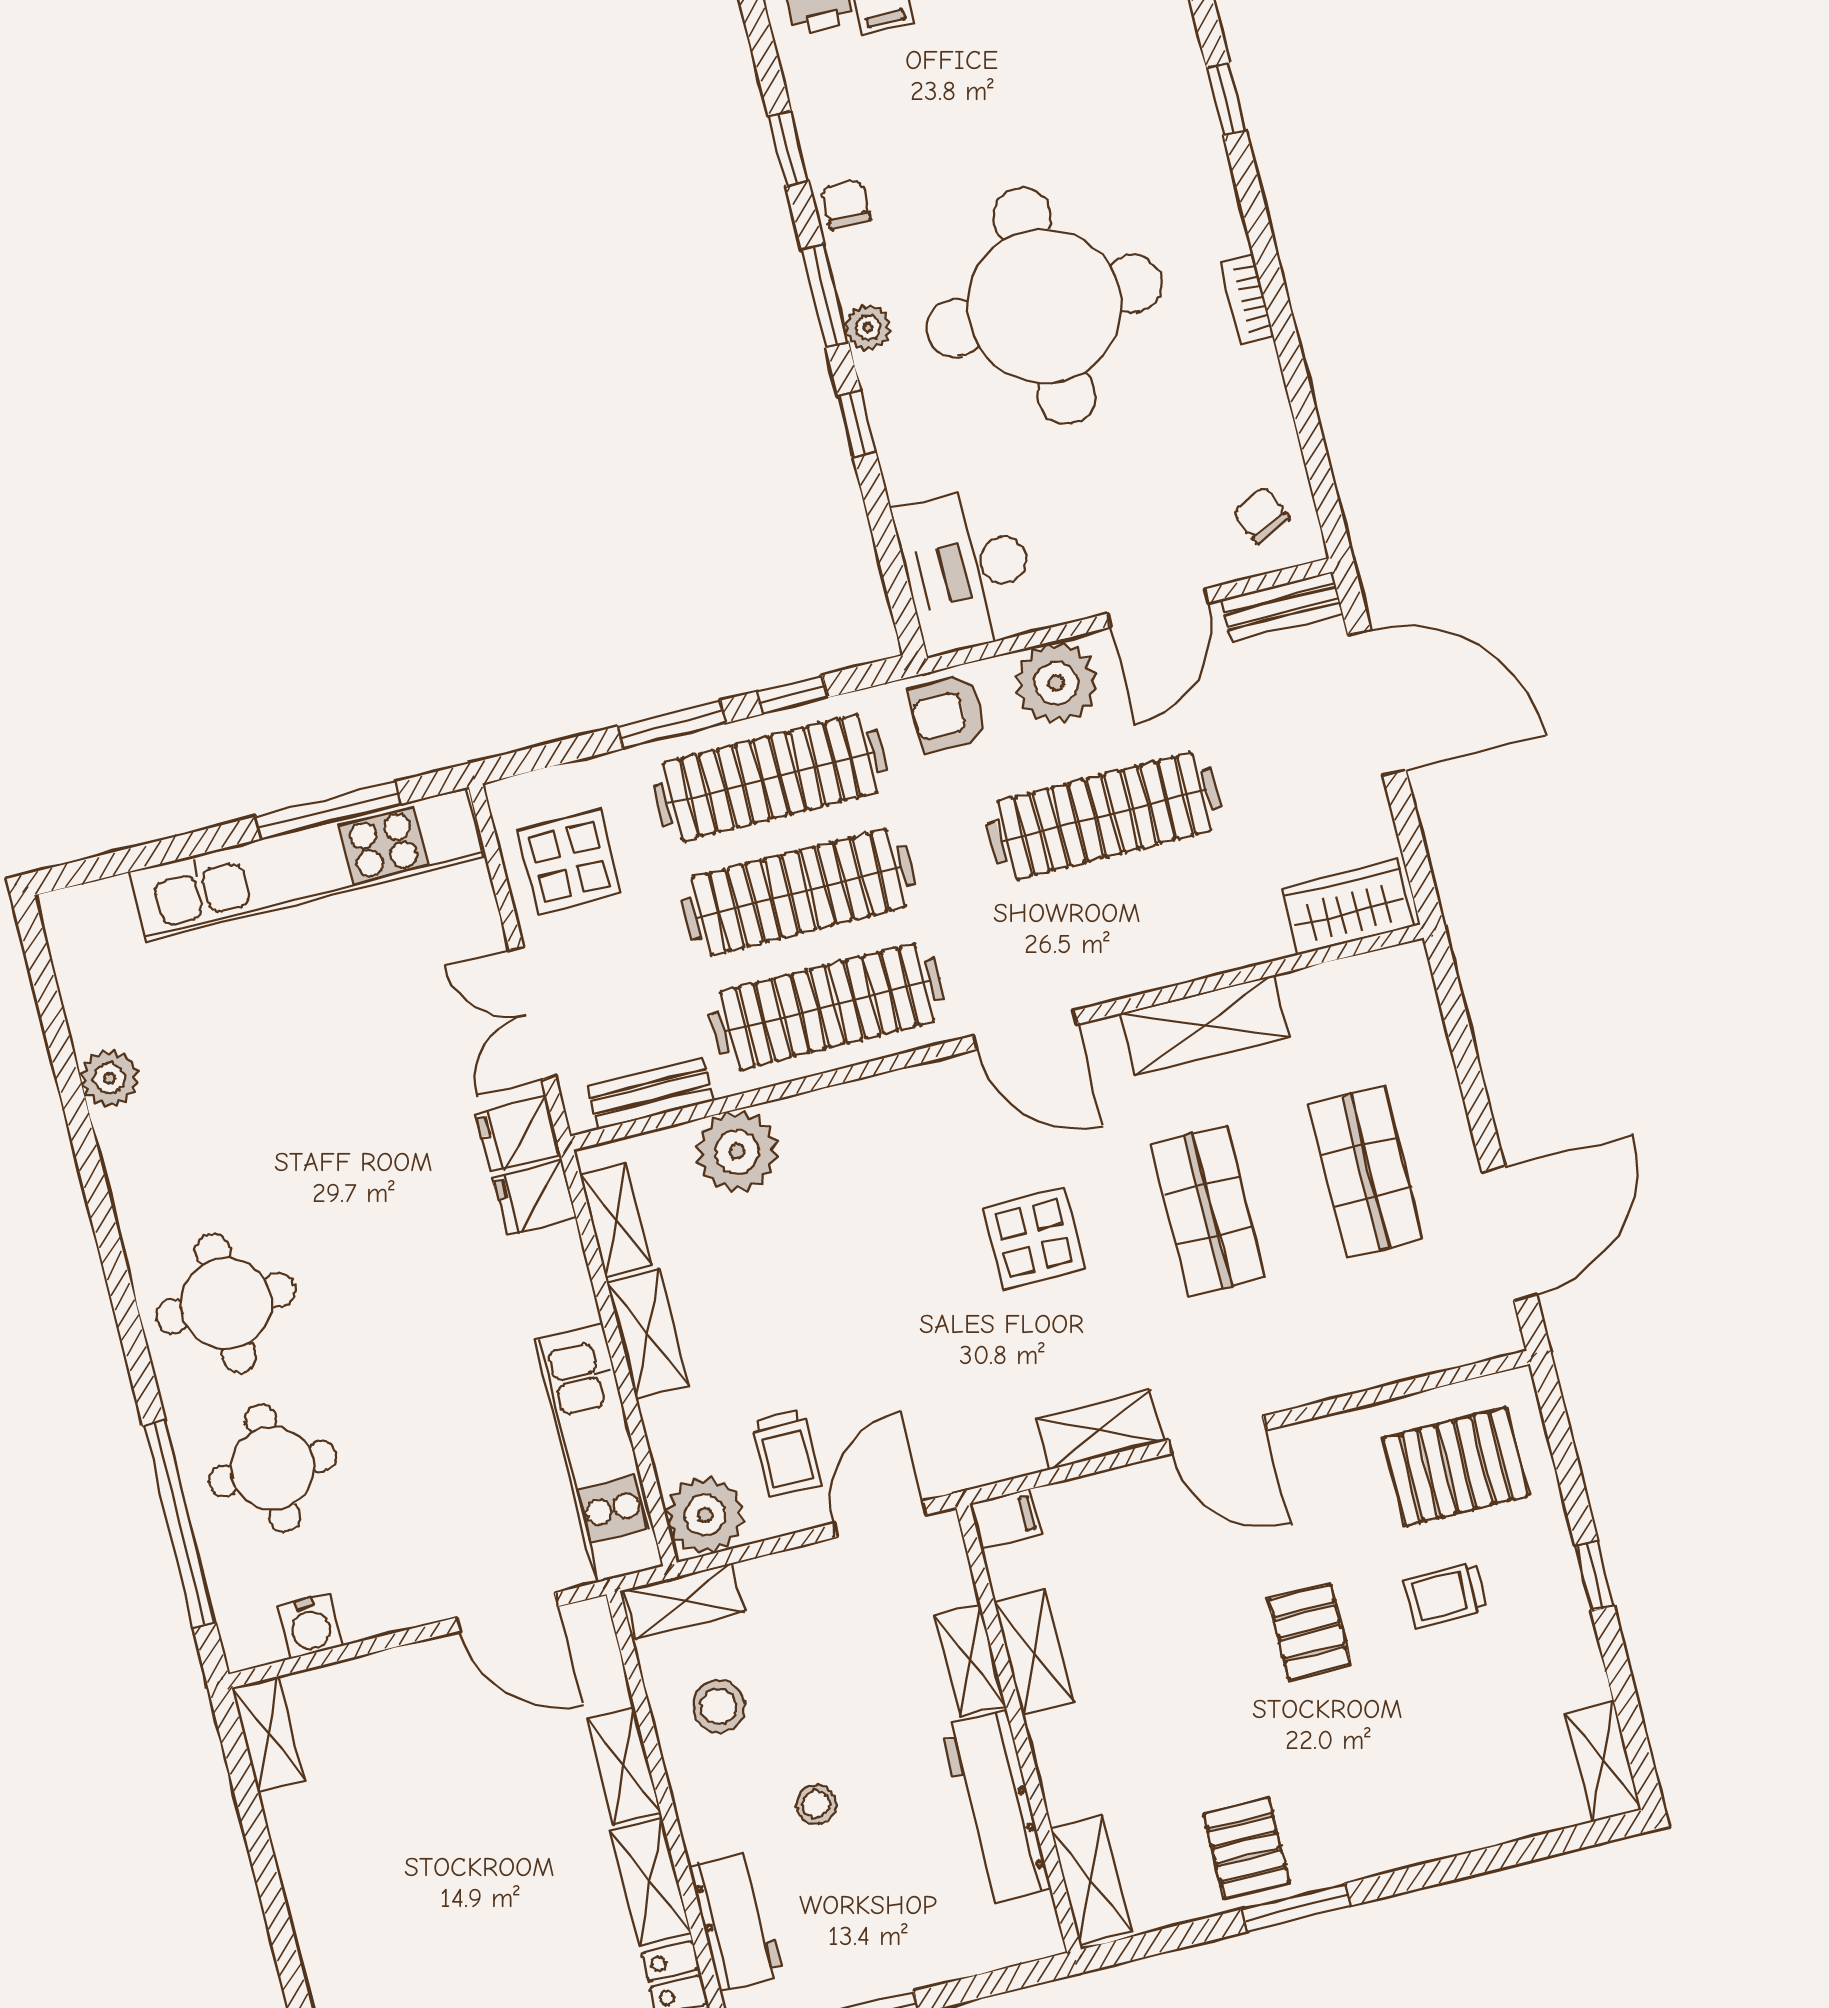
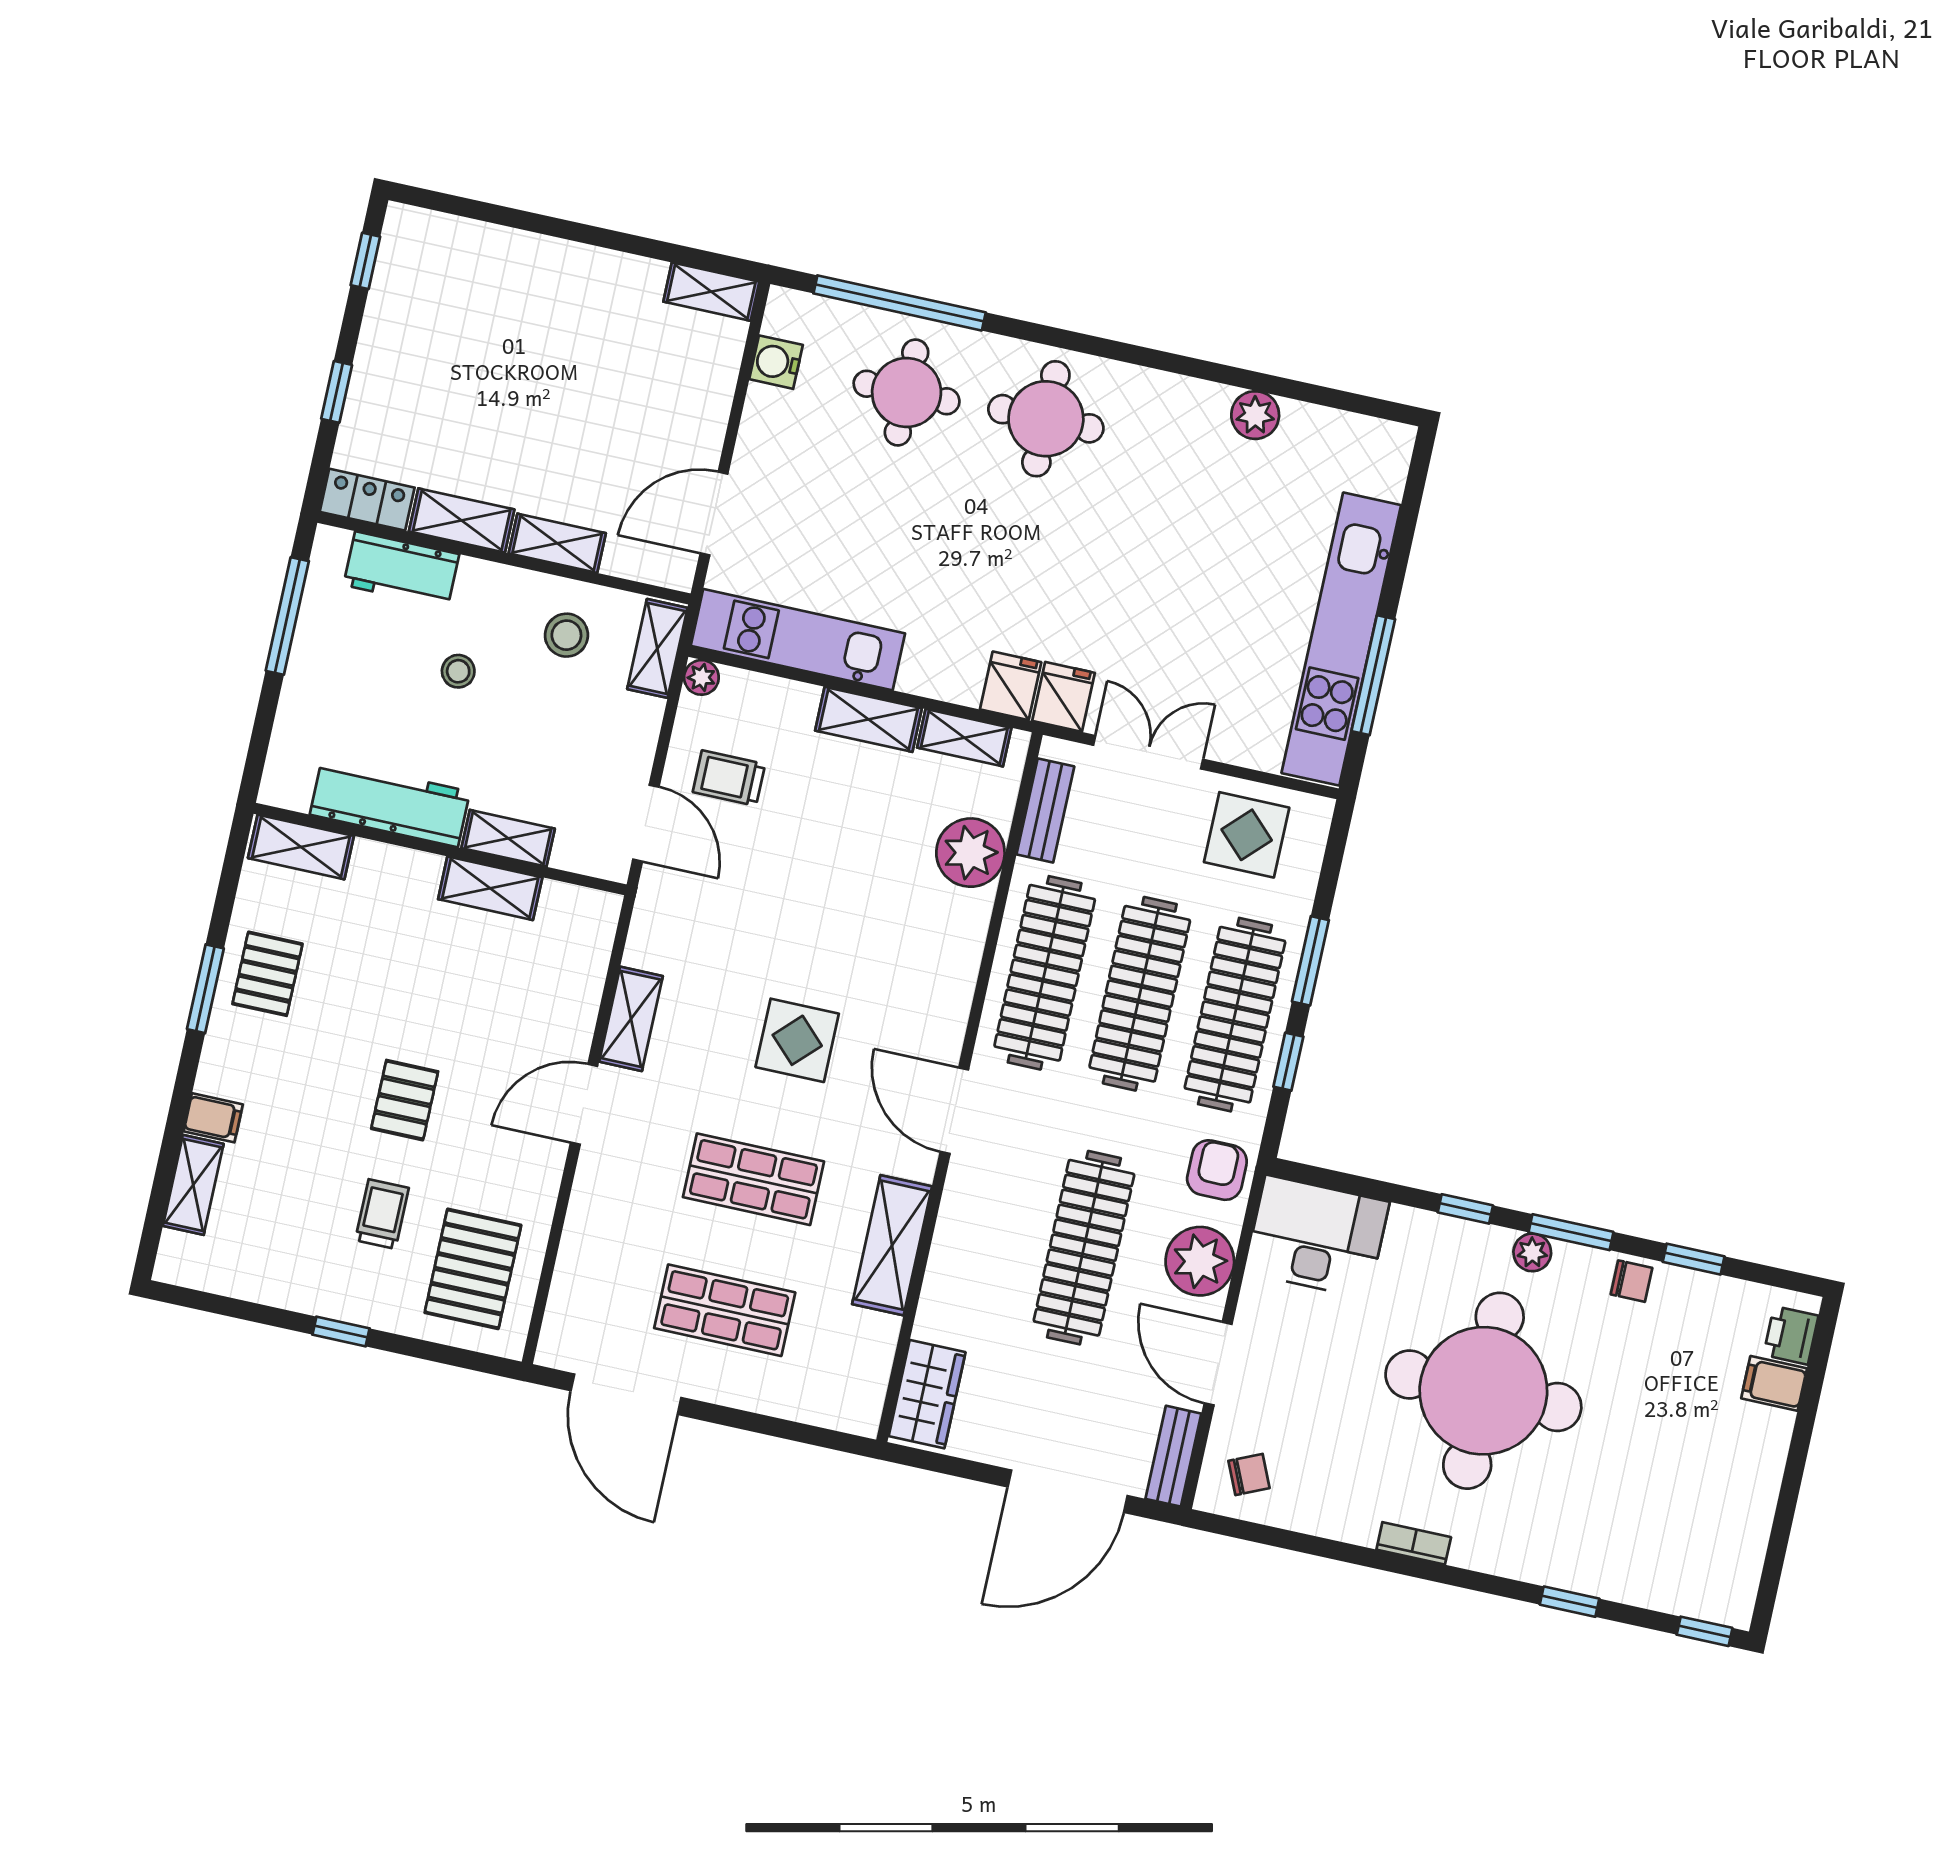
door: (1025, 1030) -> (954, 1111), hinge flipped
plant: (705, 1515) -> (701, 677), width x0.53, depth x0.53
filing cabinet: (1006, 1519) -> (213, 1118), moved, turned -90
pallet: (1310, 1632) -> (405, 1100), turned 90
shelving: (1603, 1761) -> (193, 1185), moved, turned 90
pallet: (1247, 1848) -> (267, 974), turned 90

